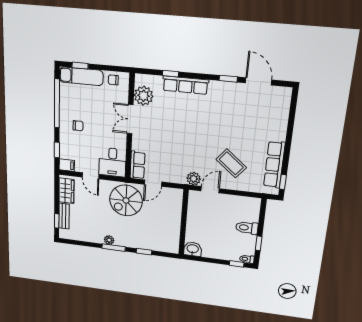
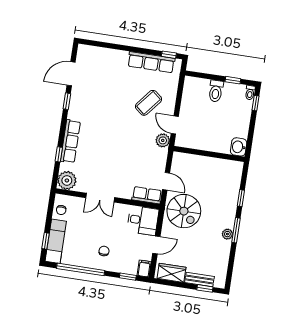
plant: (144, 96) -> (67, 180), moved

